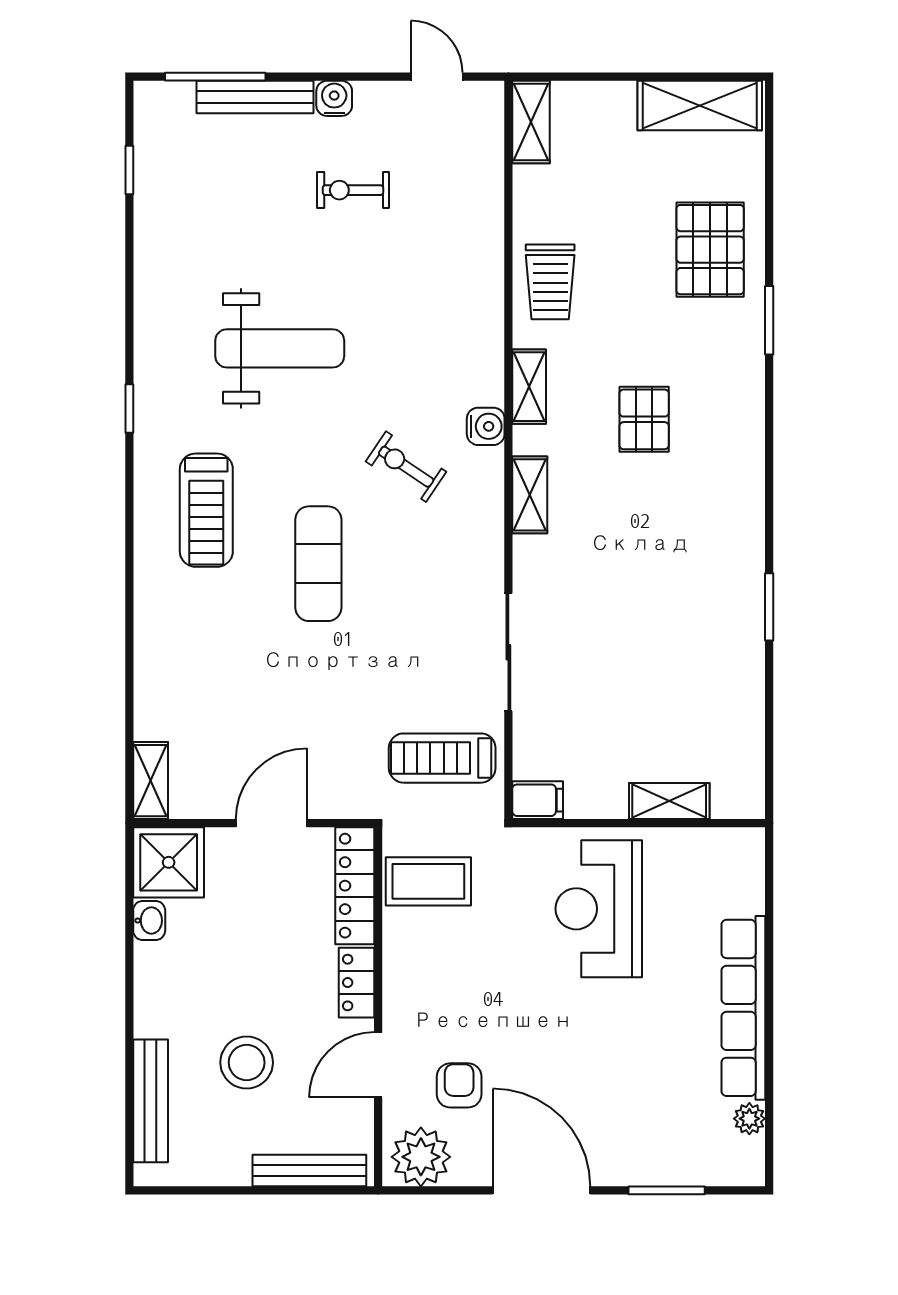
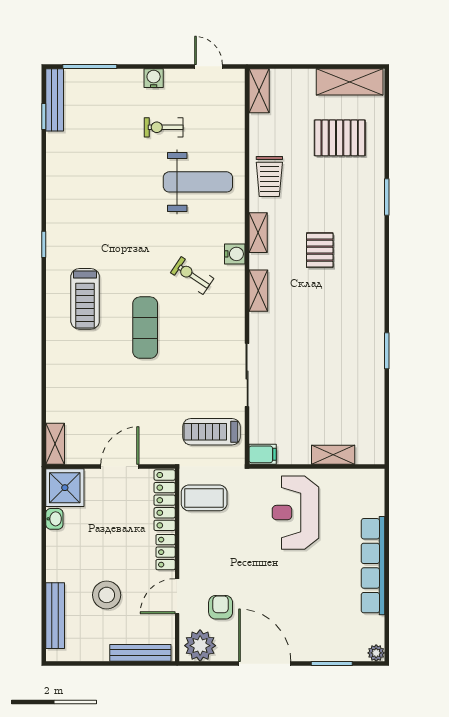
bench: (255, 97) -> (55, 100), moved, turned 90
pallet: (710, 250) -> (340, 138), moved, turned 90
weight bench: (280, 348) -> (198, 182), moved
plant: (749, 1119) -> (376, 653), moved

